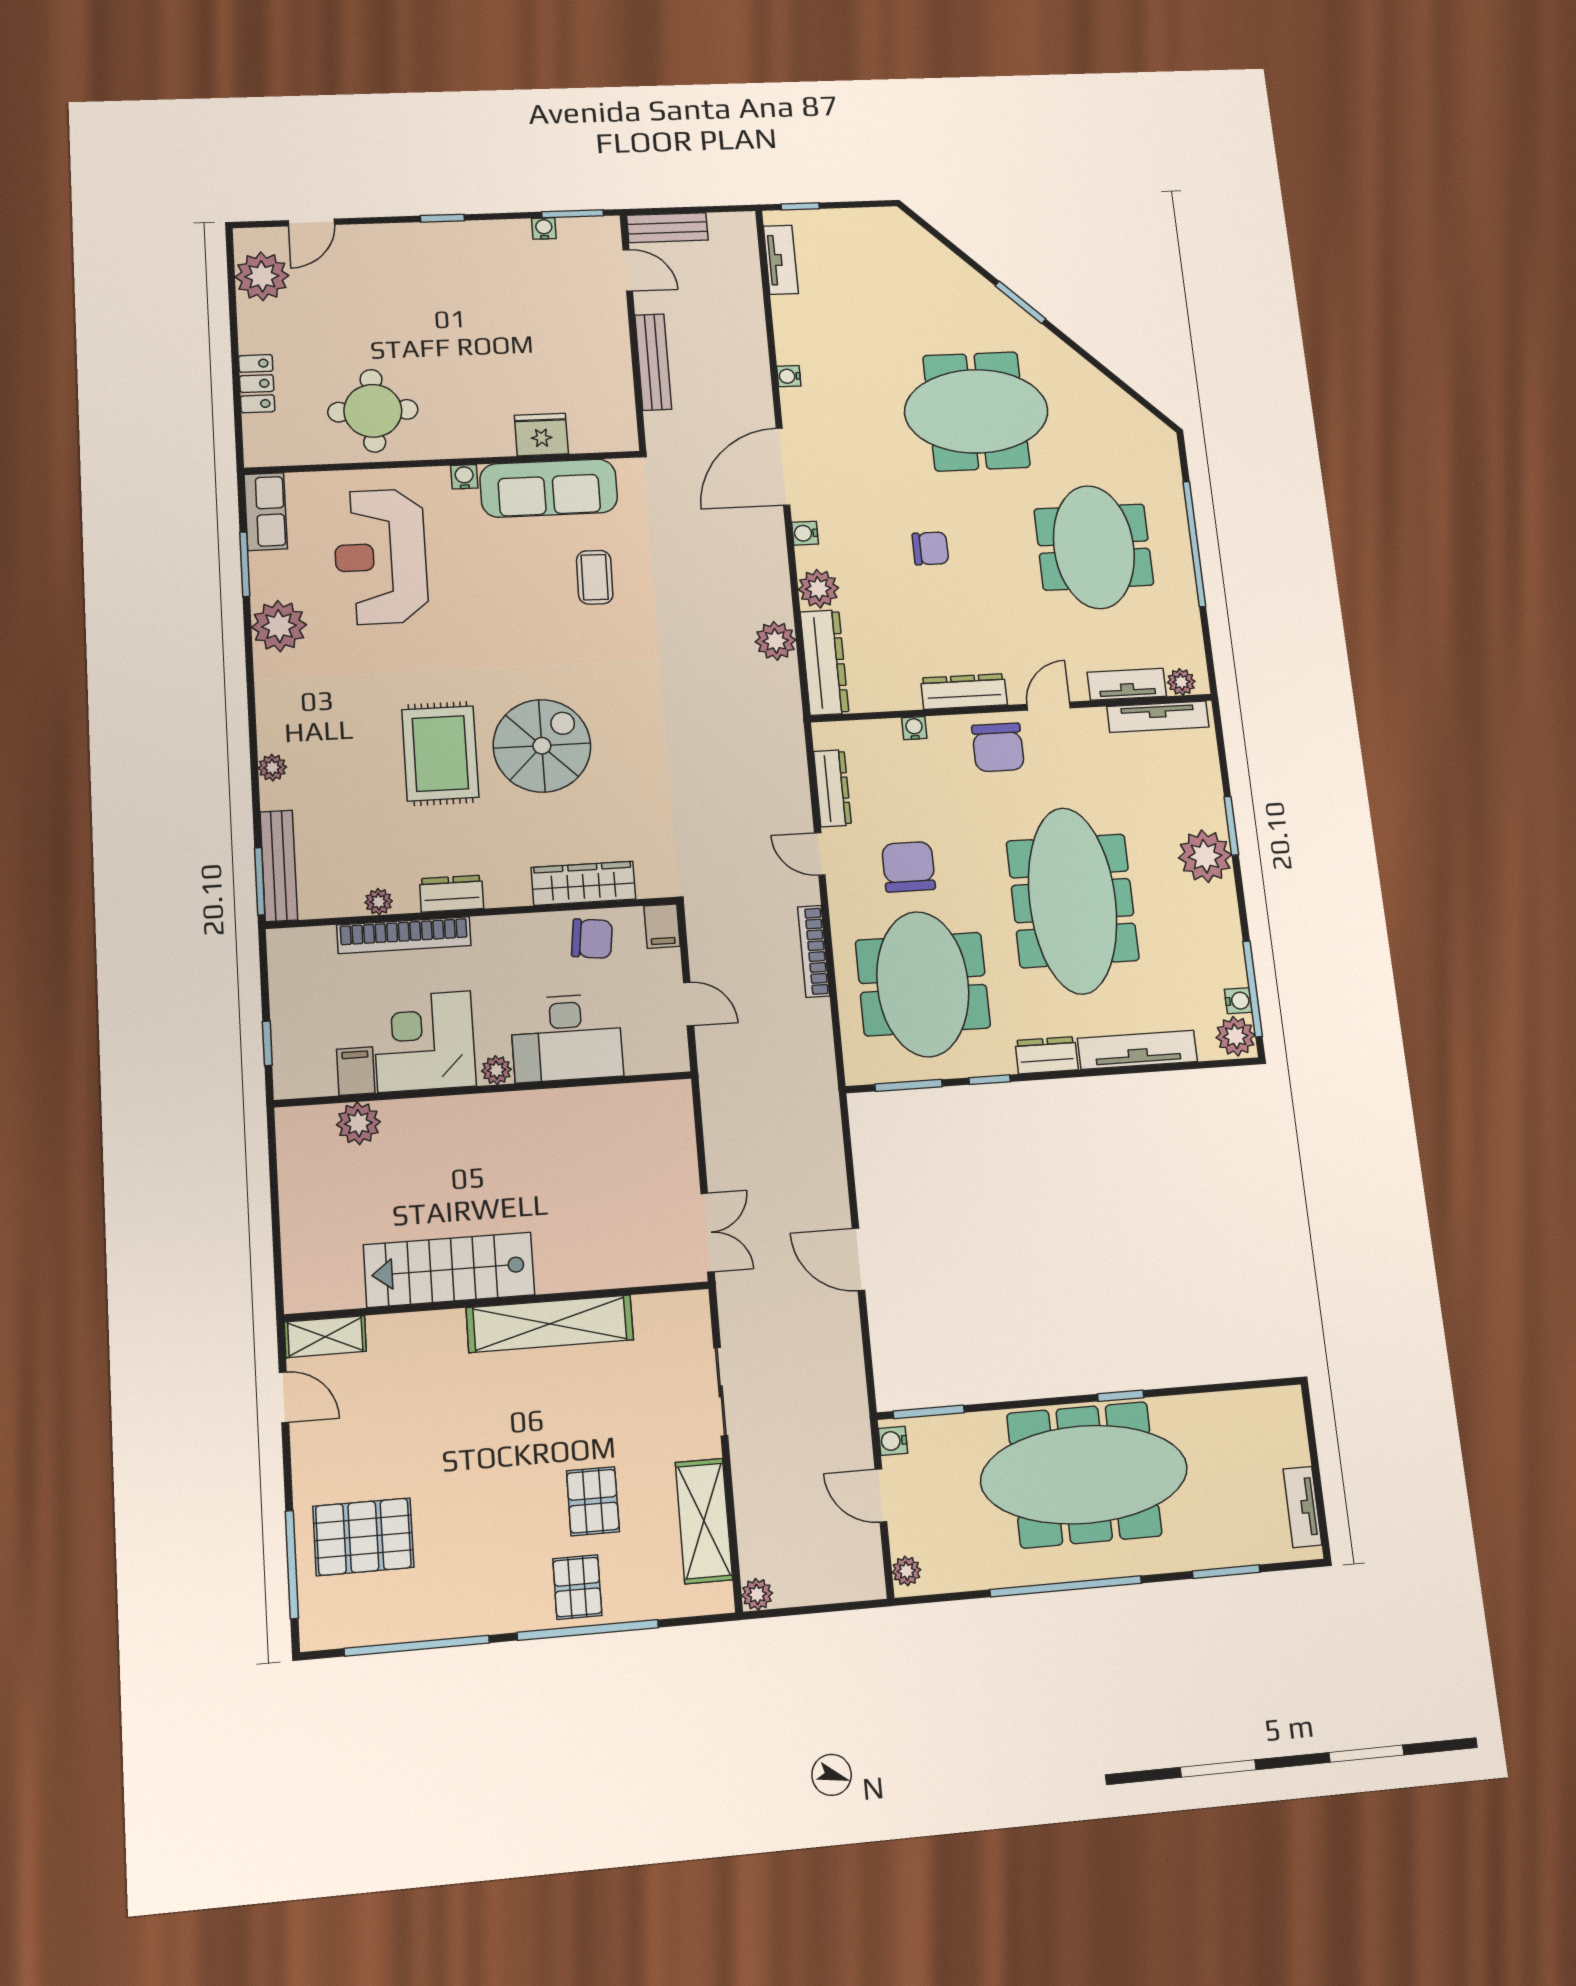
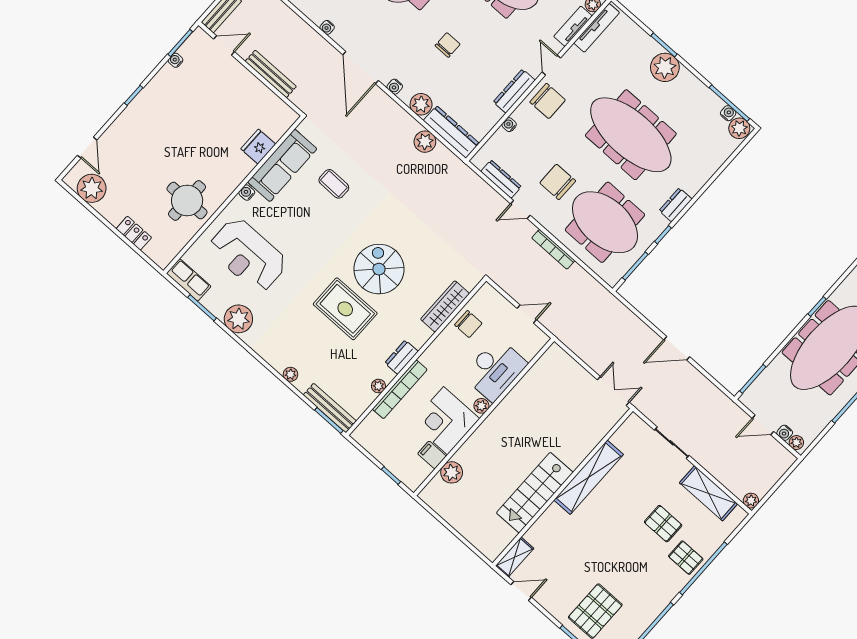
filing cabinet: (662, 926) -> (489, 294), removed
chair: (592, 939) -> (468, 324), turned 83
tv unit: (1137, 1050) -> (707, 170), removed
water cooler: (893, 1441) -> (785, 433), moved

